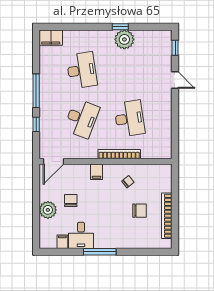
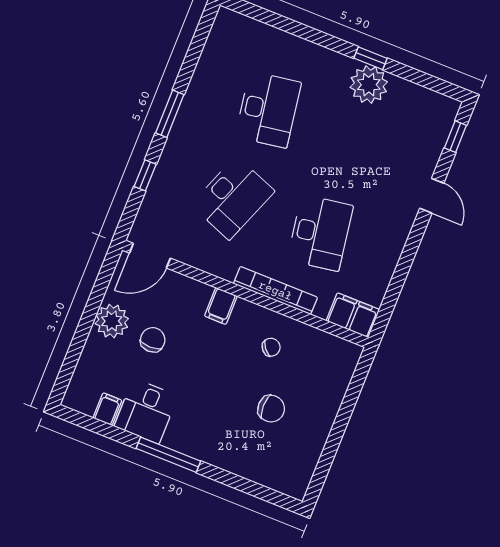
filing cabinet: (51, 38) -> (353, 315), moved, turned 180
window: (36, 91) -> (170, 114), width x0.69
plant: (48, 210) -> (112, 321), moved
bookcase: (167, 216) -> (317, 438), removed

